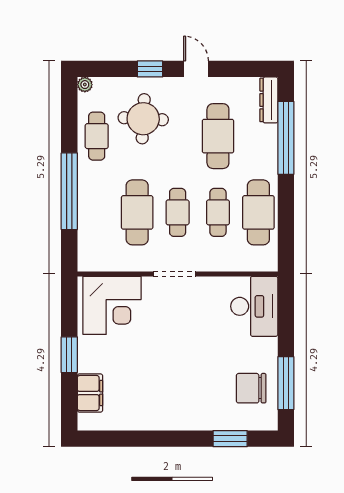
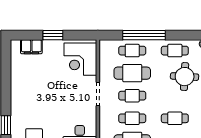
cafe table: (218, 136) -> (175, 118), width x0.73, depth x0.74
cafe table: (97, 212) -> (132, 51), added

